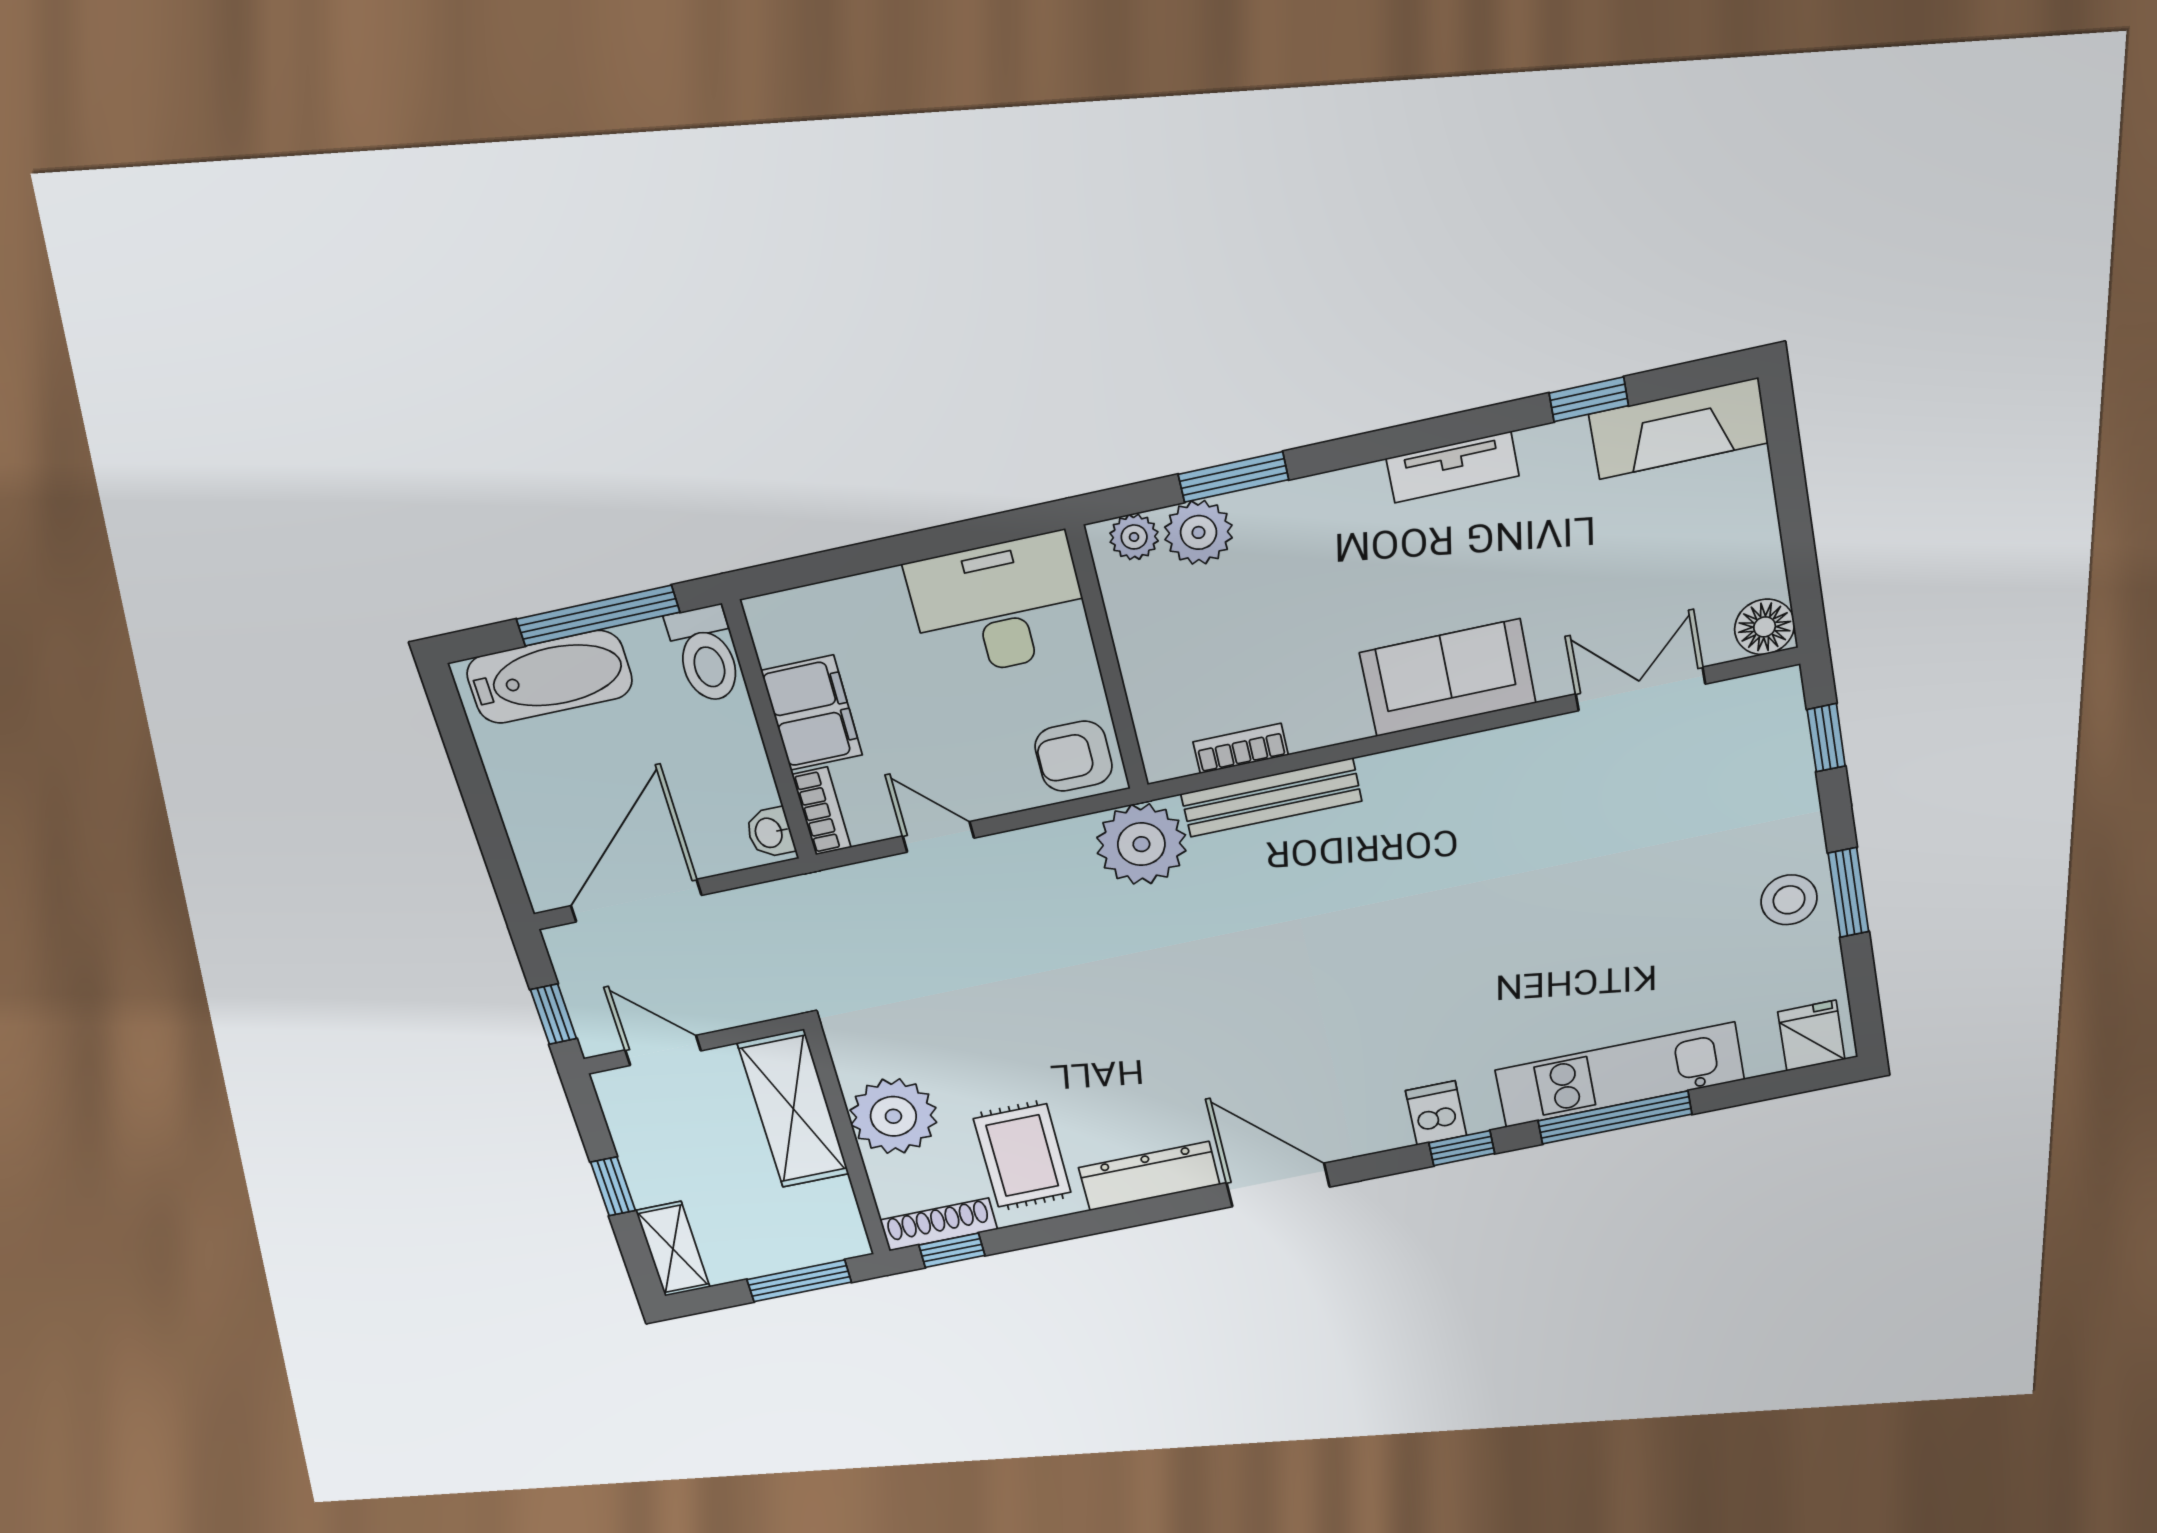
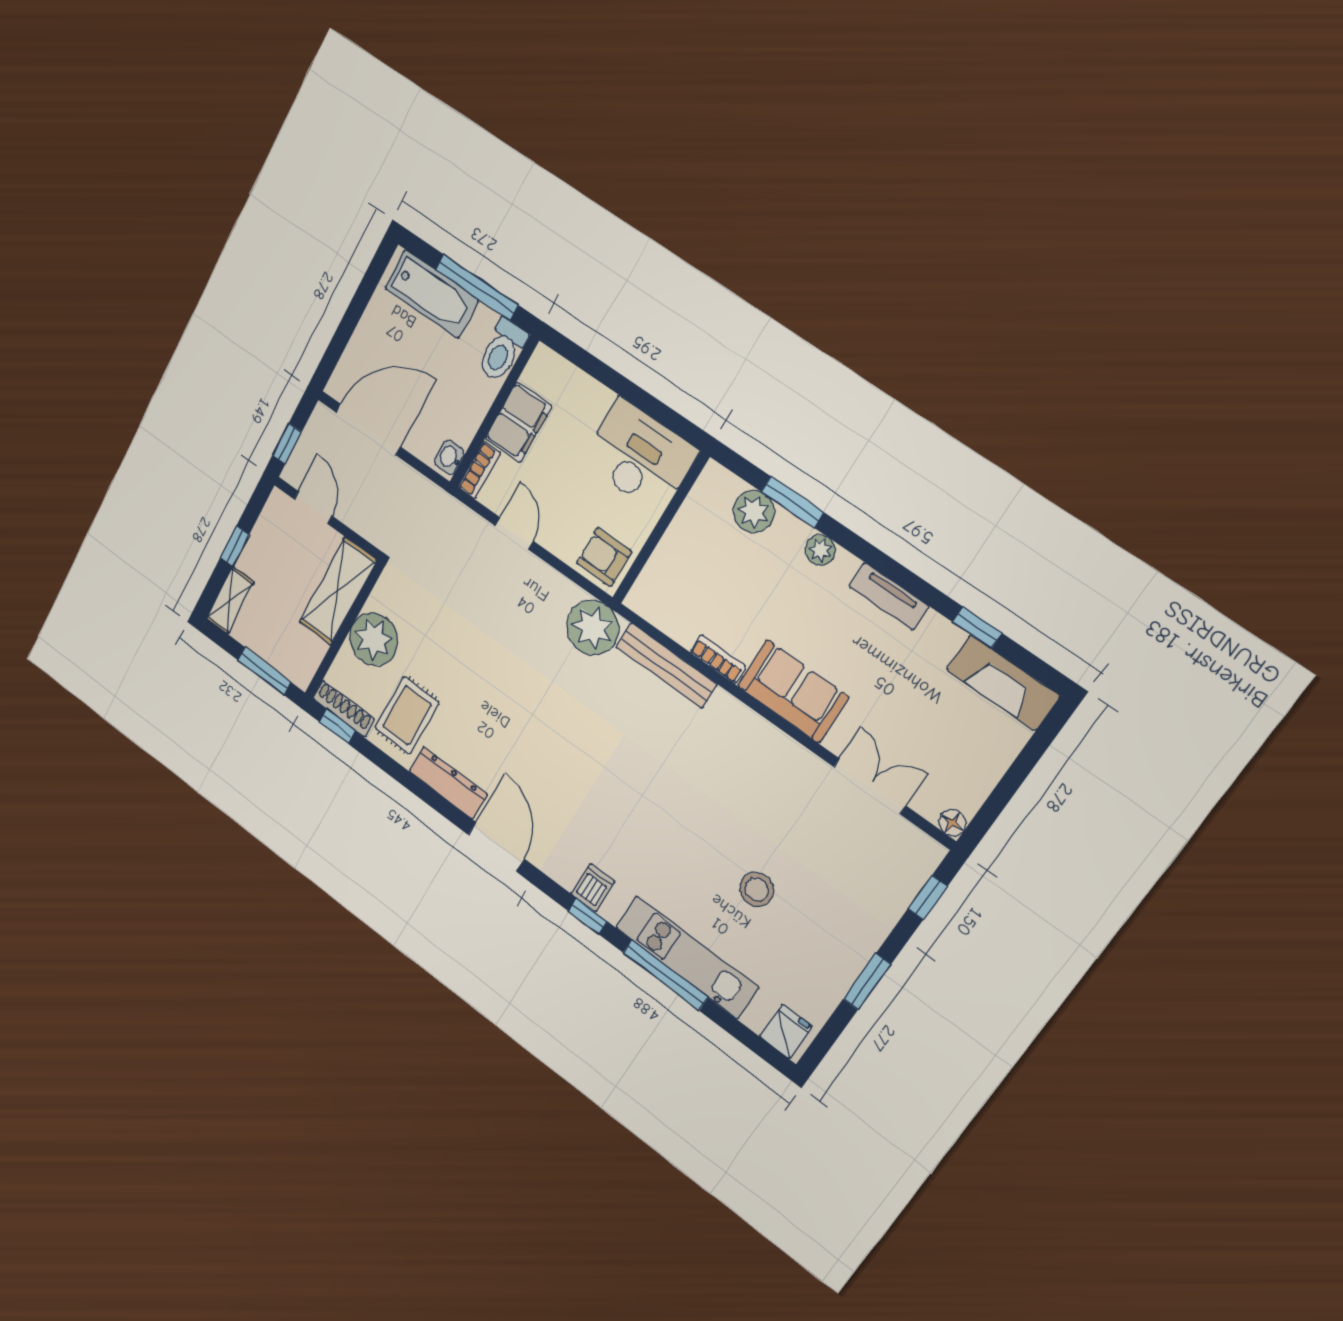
plant: (1134, 537) -> (820, 550), moved
floor lamp: (1765, 627) -> (952, 823), width x0.73, depth x0.73
bookcase: (1241, 748) -> (718, 659), moved
stool: (1789, 900) -> (757, 889), moved

